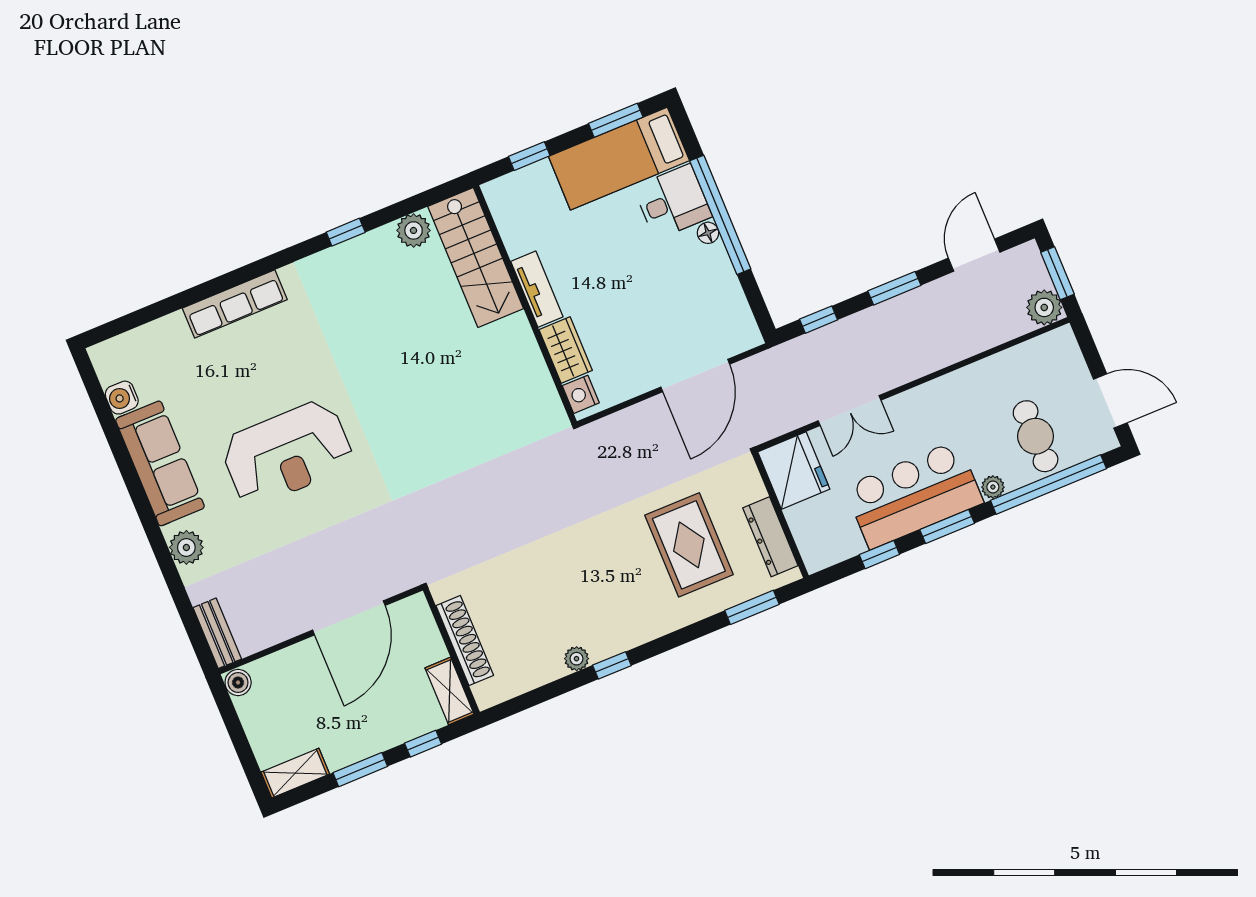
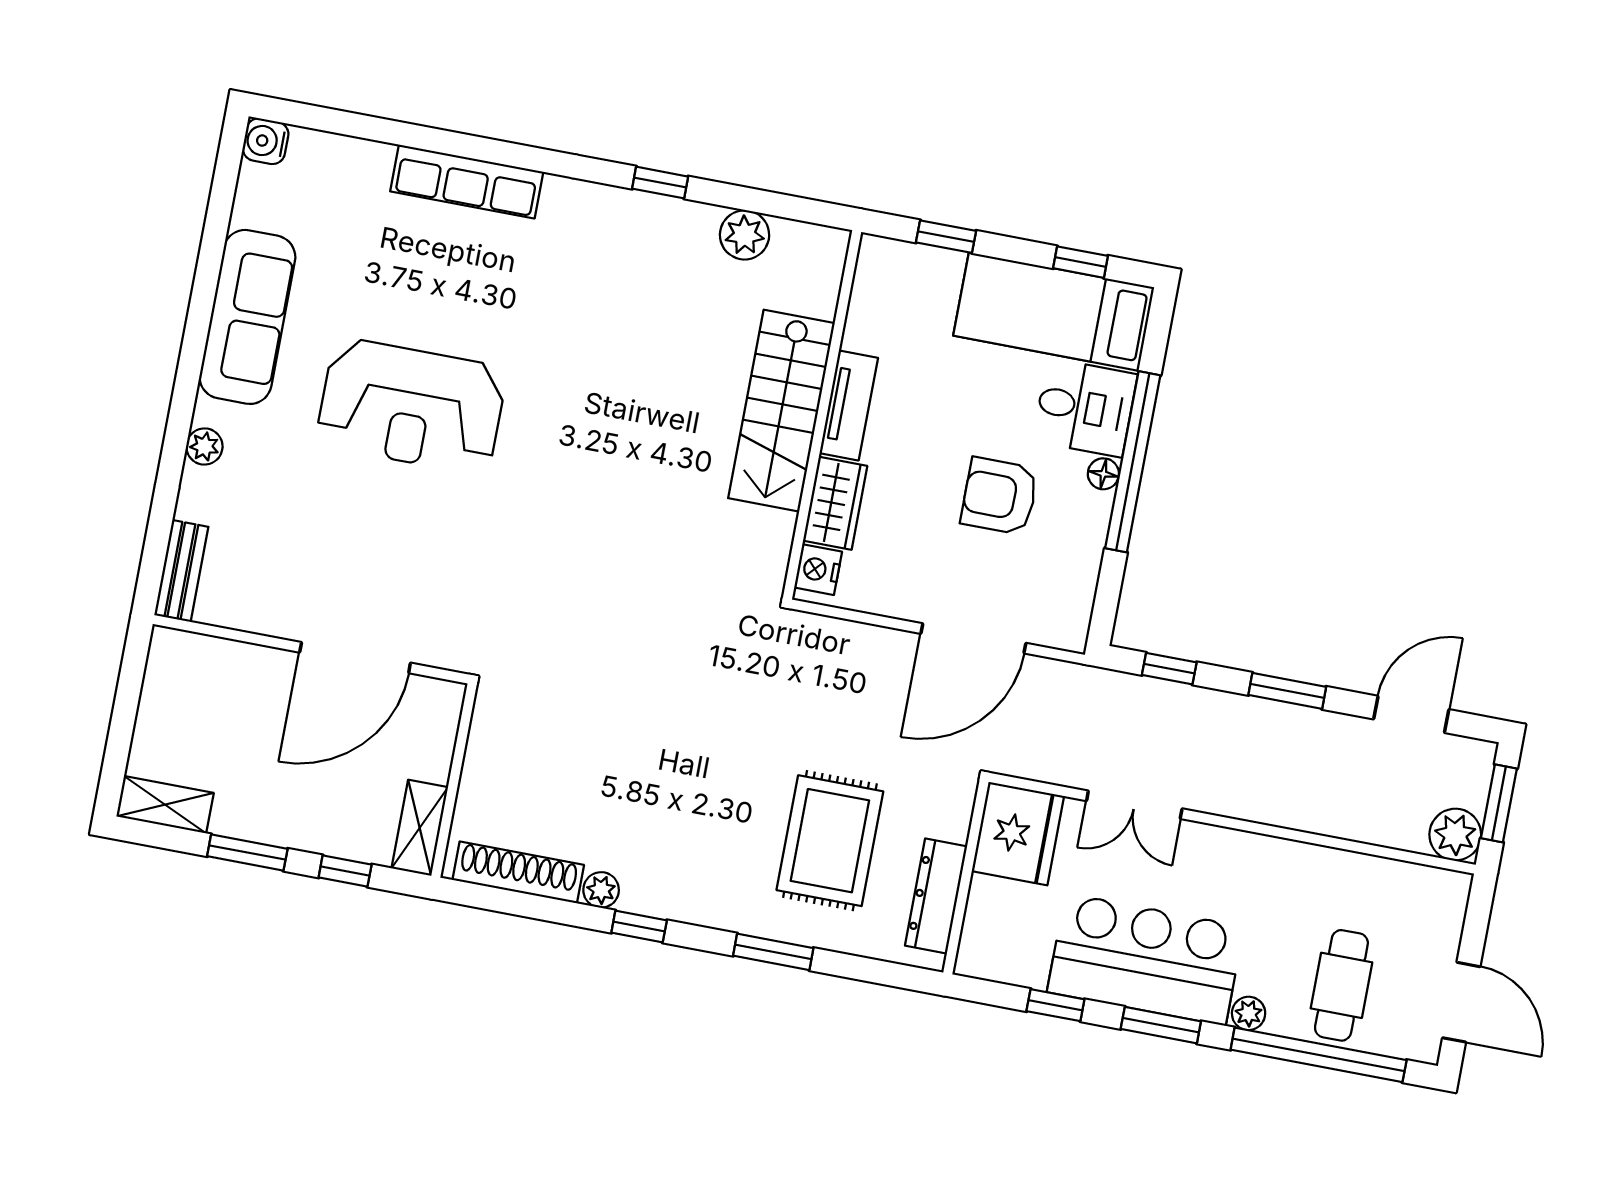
window: (616, 120) -> (1081, 262), width x0.67
stairs: (476, 257) -> (781, 411), moved
armchair: (657, 284) -> (1000, 496), added
water cooler: (122, 398) -> (266, 141), moved
plant: (186, 547) -> (204, 447), width x0.73, depth x0.73
window: (752, 607) -> (773, 952), moved
shoe rack: (465, 640) -> (518, 872), moved, turned -90
boiler: (238, 682) -> (167, 648), removed

